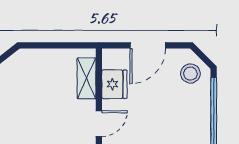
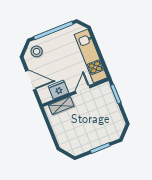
door: (99, 124) -> (83, 89), hinge flipped

